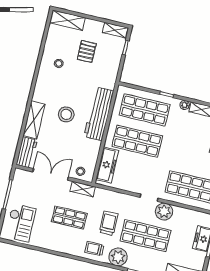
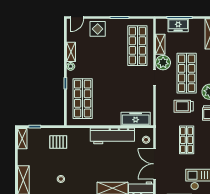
pallet: (87, 51) -> (58, 142), moved
stool: (66, 114) -> (102, 163), removed
workbench: (99, 114) -> (112, 136), moved
shop shelf: (137, 141) -> (110, 99), removed
shelving: (83, 189) -> (160, 44), moved

